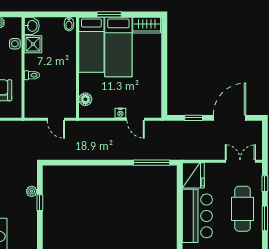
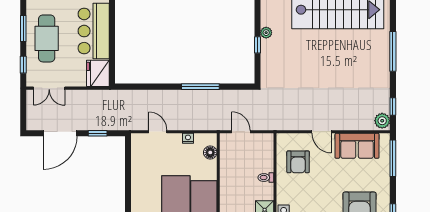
nightstand: (120, 113) -> (188, 138), moved
window: (152, 163) -> (200, 87), moved
plant: (32, 191) -> (266, 33), moved

